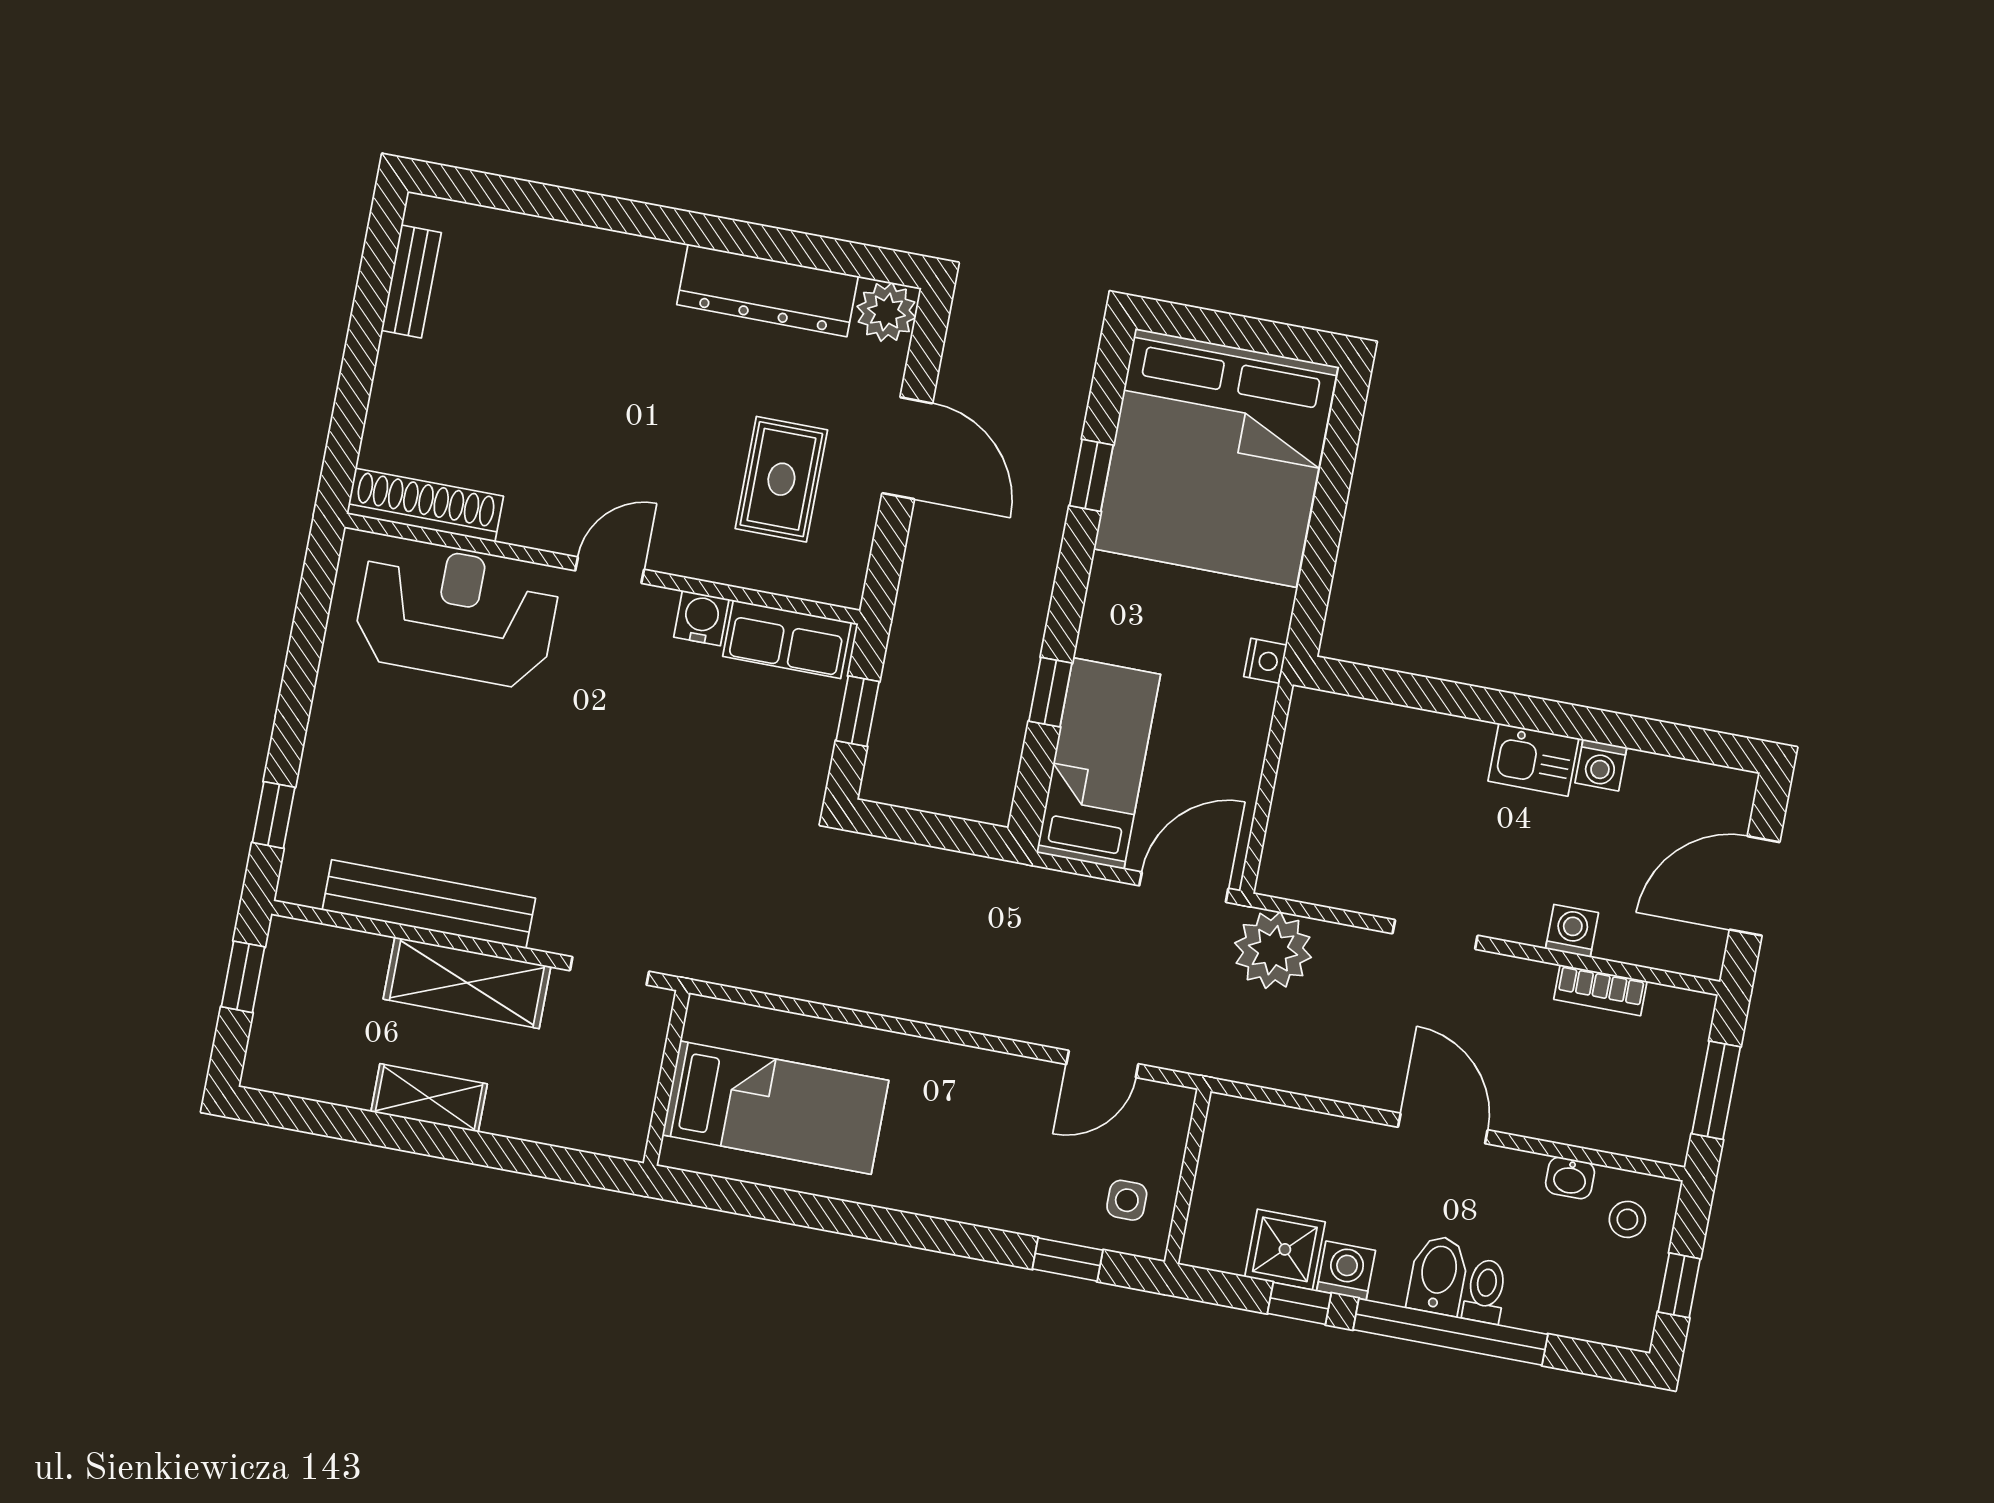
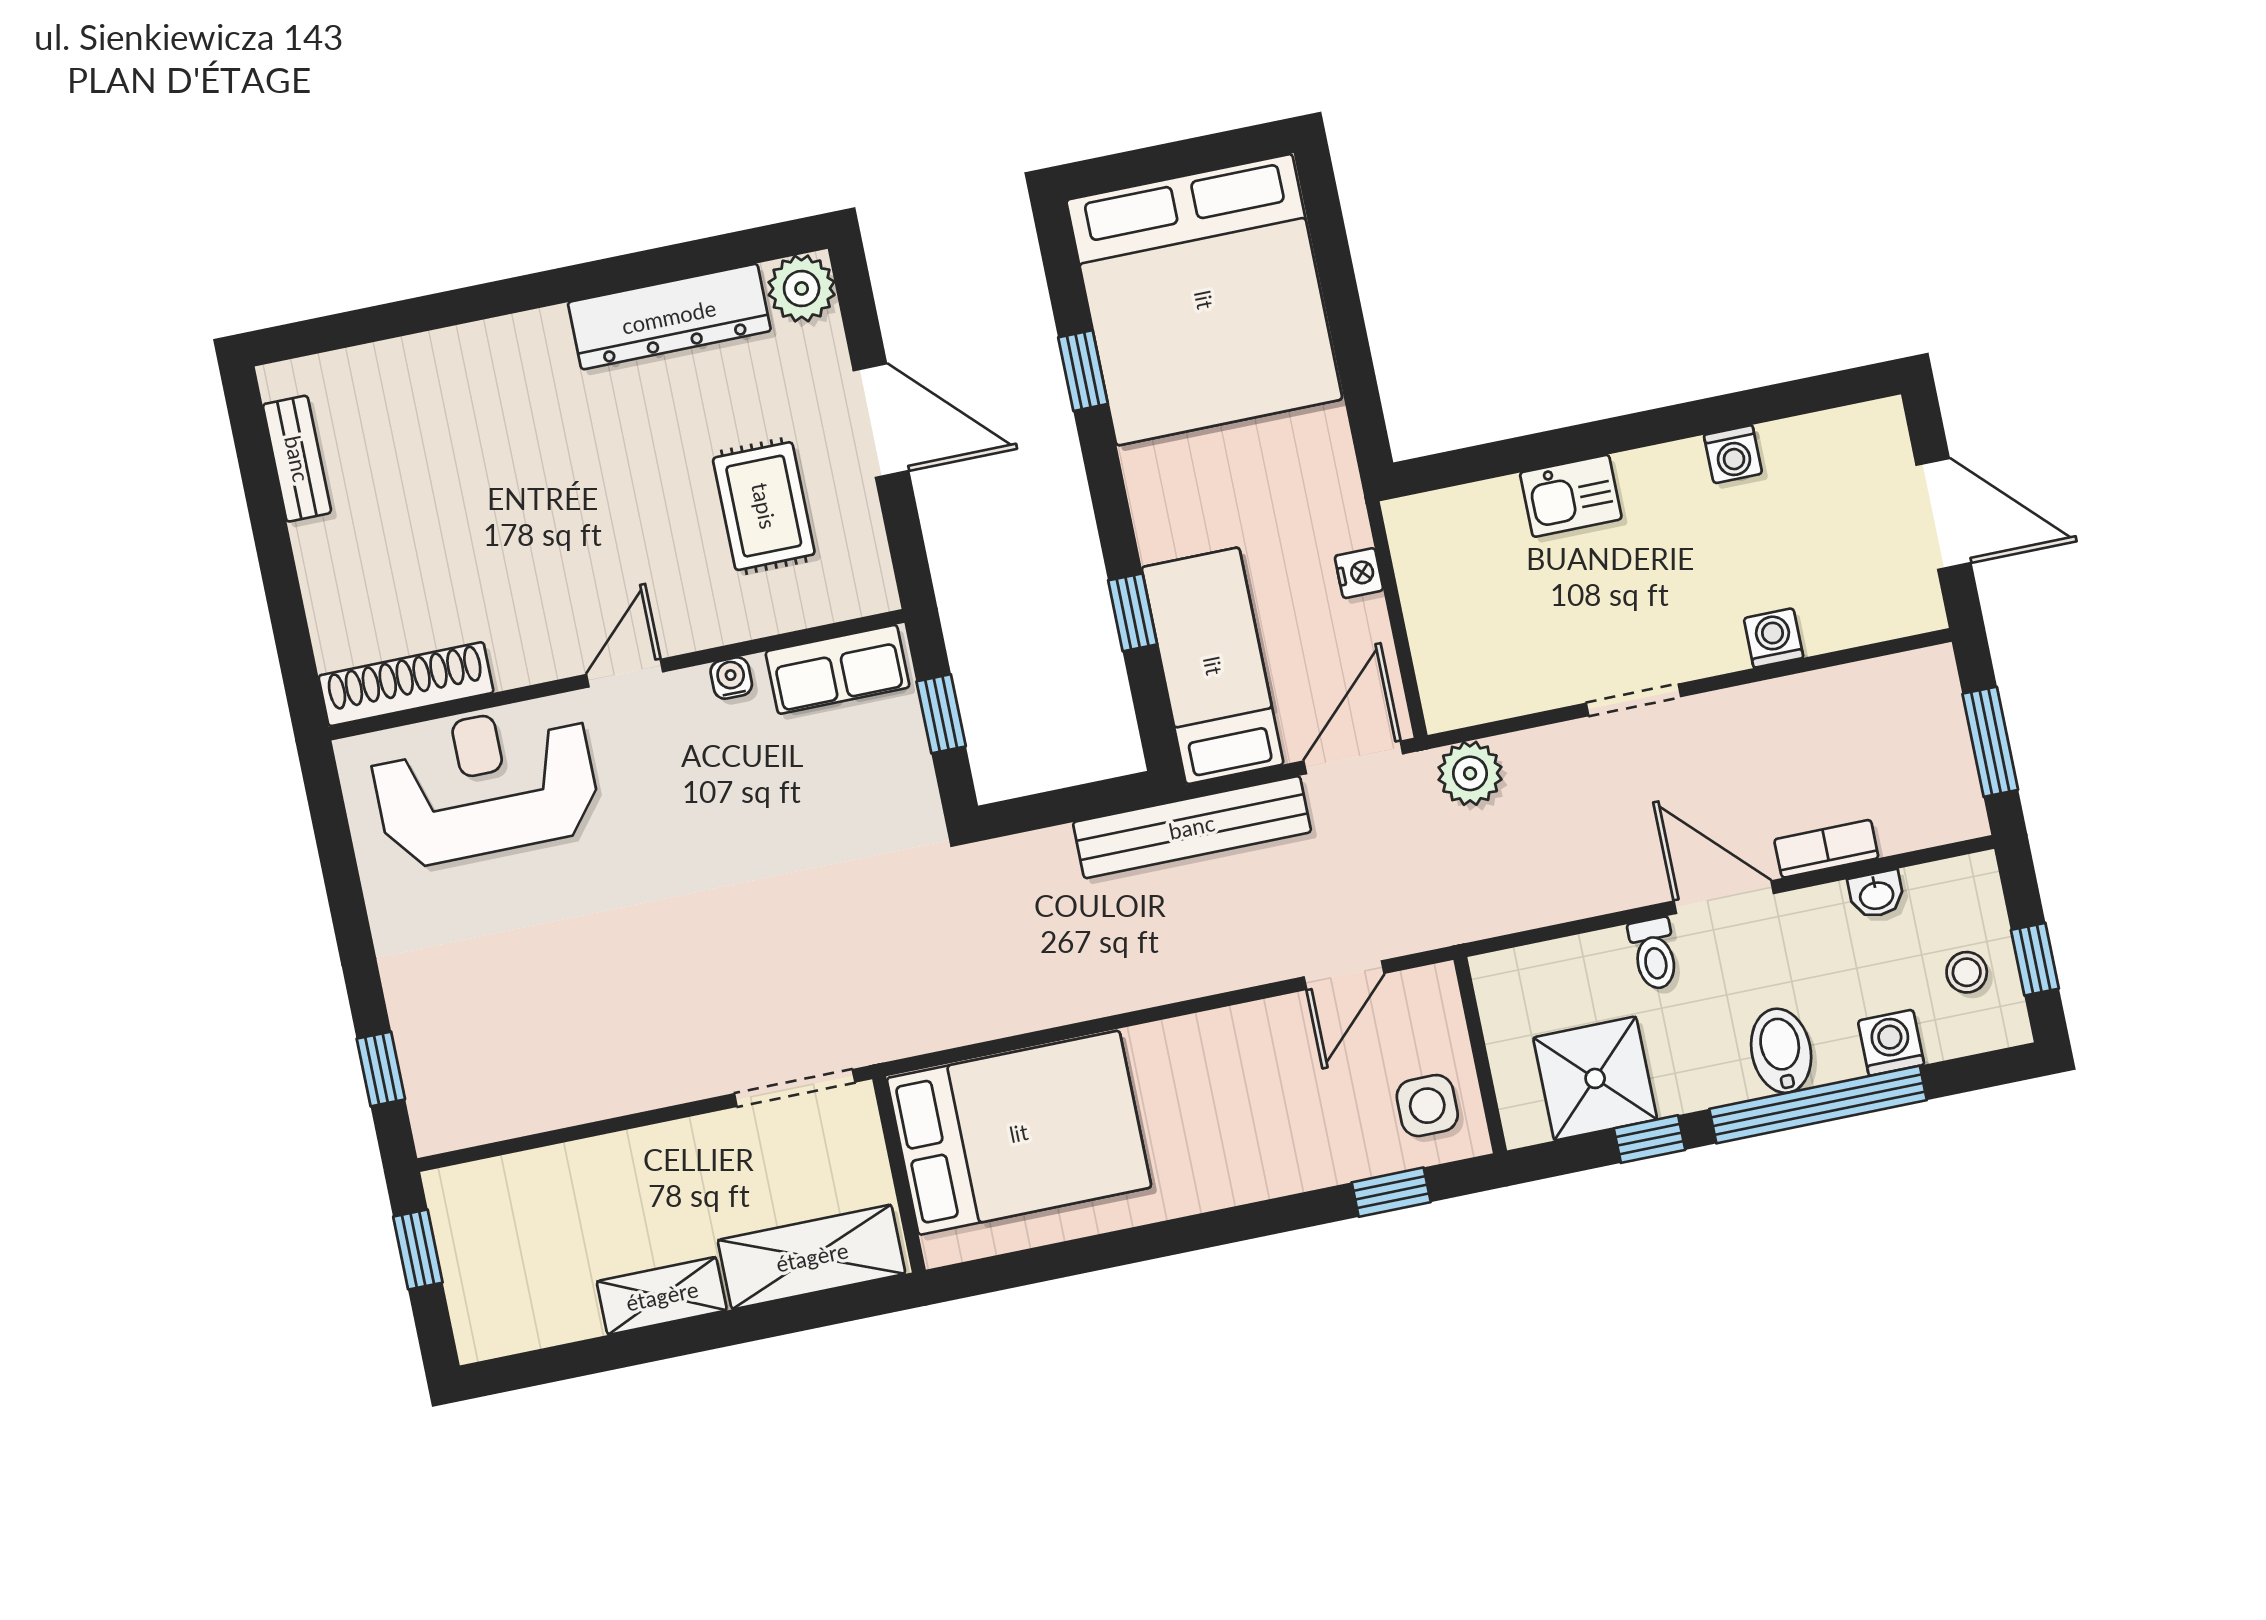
water cooler: (701, 618) -> (731, 678), width x0.72, depth x0.72
nightstand: (1265, 661) -> (1359, 573), moved
kitchen sink: (1533, 760) -> (1571, 496), moved
door: (1755, 886) -> (1943, 514), swing flipped
bench: (429, 904) -> (1192, 827), moved
plant: (1273, 950) -> (1470, 773), width x0.73, depth x0.73
doorway: (610, 971) -> (795, 1088), width x1.38
shelving: (467, 983) -> (812, 1257), moved
bookcase: (1600, 990) -> (1826, 849), moved, turned 180
bed: (775, 1108) -> (1019, 1133), width x1.50
side table: (1127, 1200) -> (1427, 1106), width x1.37, depth x1.37
stool: (1627, 1219) -> (1967, 972), moved
shower: (1285, 1249) -> (1595, 1078), width x1.36, depth x1.36
washing machine: (1346, 1270) -> (1891, 1043), moved
toilet: (1485, 1291) -> (1654, 954), moved, turned 180

